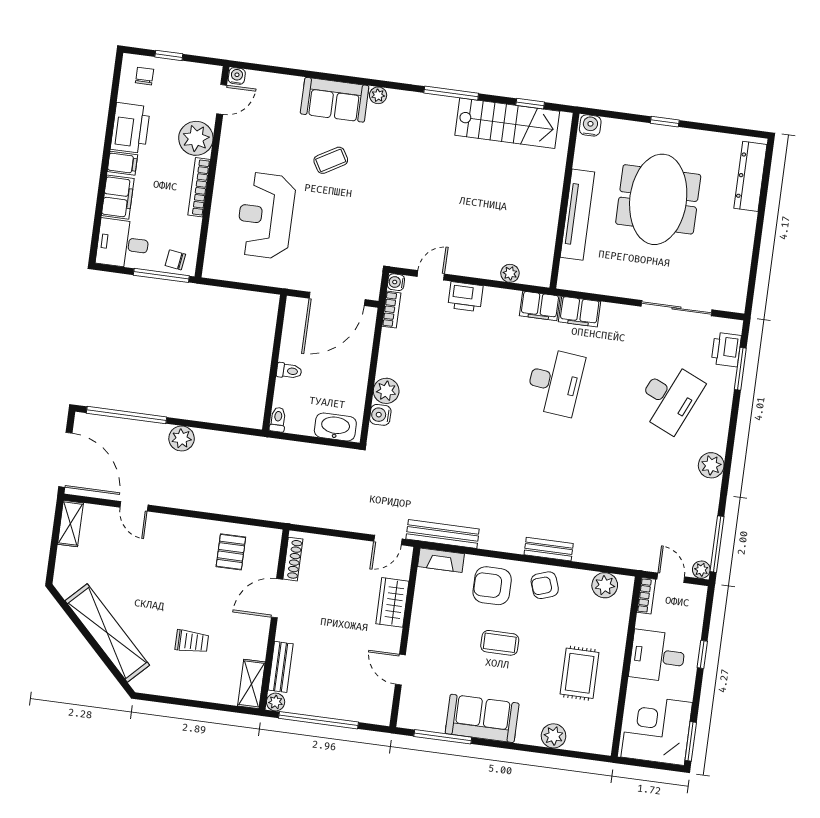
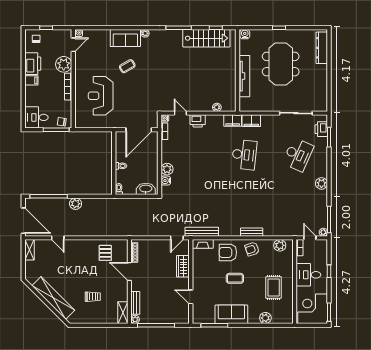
filing cabinet: (118, 197) -> (31, 96), removed
door: (431, 275) -> (180, 113), hinge flipped
door: (277, 598) -> (129, 272), hinge flipped

